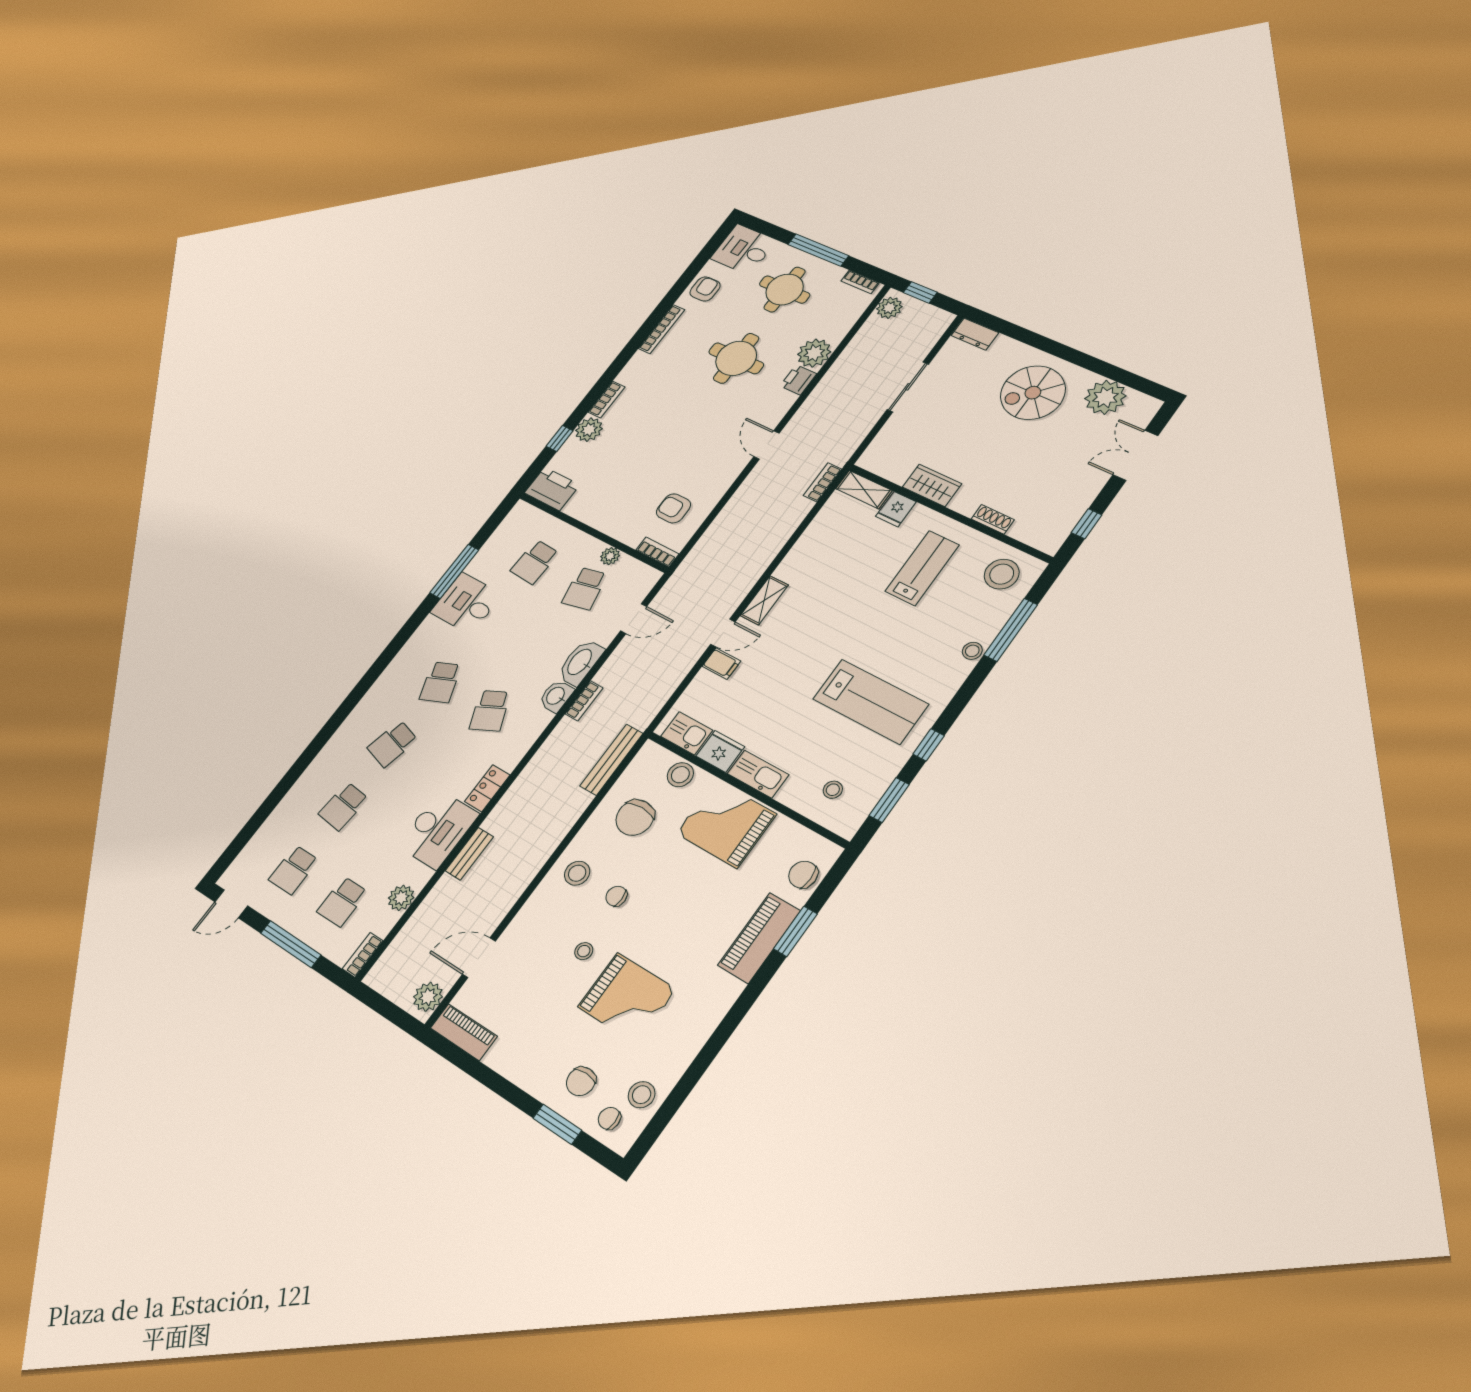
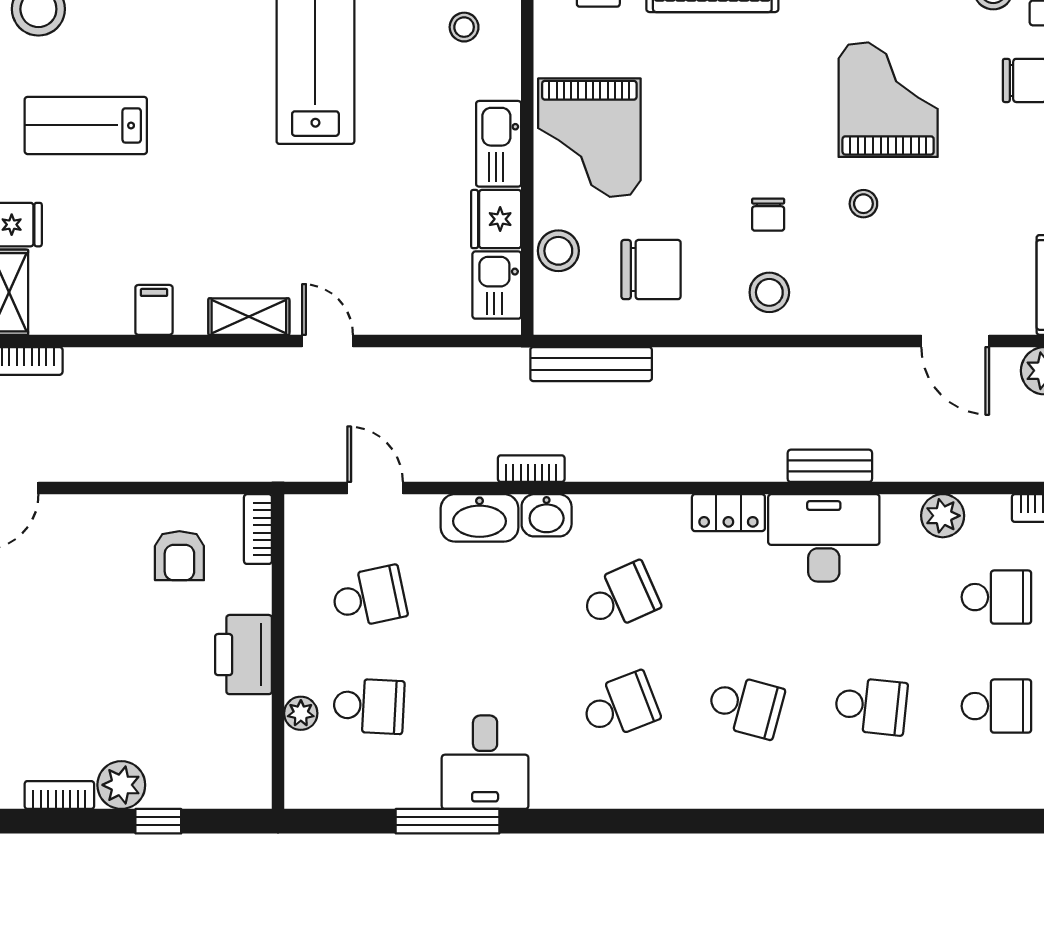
printer: (552, 489) -> (243, 655), moved
plant: (610, 556) -> (301, 713), moved
filing cabinet: (721, 664) -> (154, 310), moved

